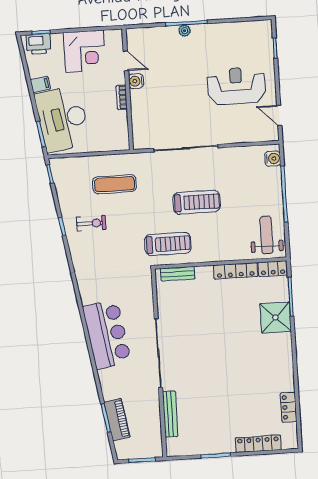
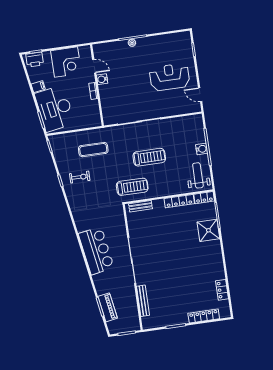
water cooler: (273, 159) -> (202, 149), moved

